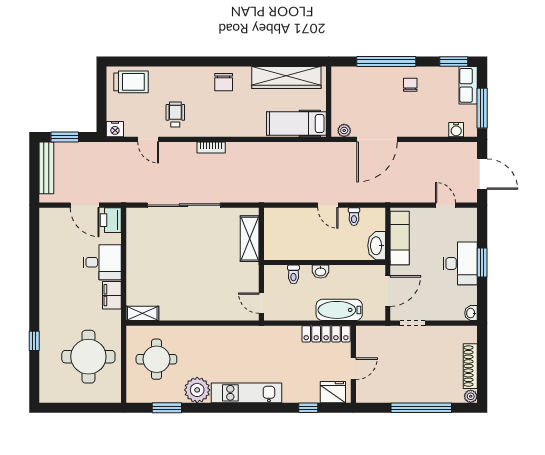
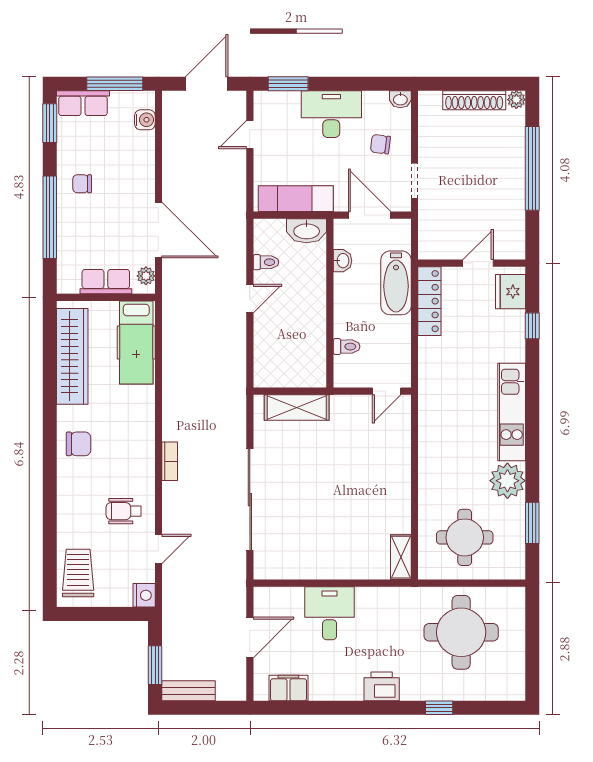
row of seats: (340, 102) -> (106, 282), added
bench: (46, 168) -> (188, 691), width x0.73
printer: (111, 220) -> (382, 686), moved, turned 180
window: (482, 263) -> (288, 84), moved
washbasin: (321, 272) -> (342, 261), moved
filing cabinet: (112, 295) -> (288, 688), moved, turned 180
chair: (439, 299) -> (380, 144), added
door: (353, 369) -> (478, 263), hinge flipped

